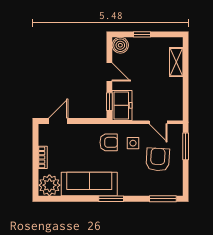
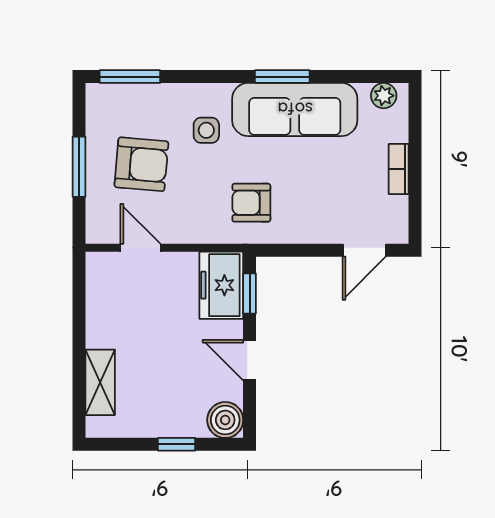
side table: (133, 143) -> (206, 130), moved
window: (186, 146) -> (79, 167), moved
armchair: (158, 160) -> (141, 164), turned -88
plant: (49, 185) -> (384, 96), width x0.53, depth x0.53
window: (111, 199) -> (282, 77), moved

